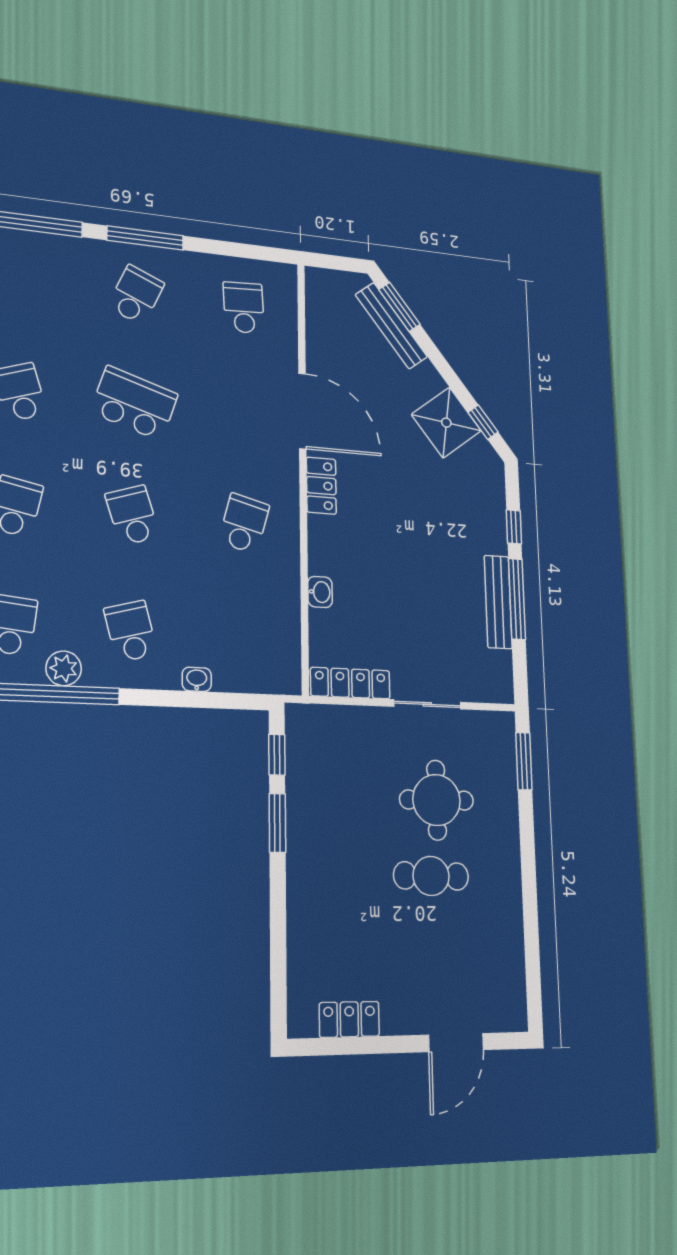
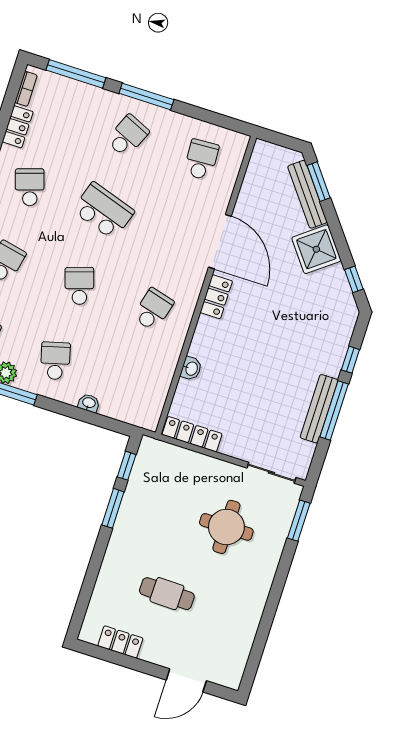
shower: (446, 423) -> (316, 249), moved
sliding door: (427, 704) -> (271, 473), moved
cafe table: (431, 876) -> (167, 594), moved

